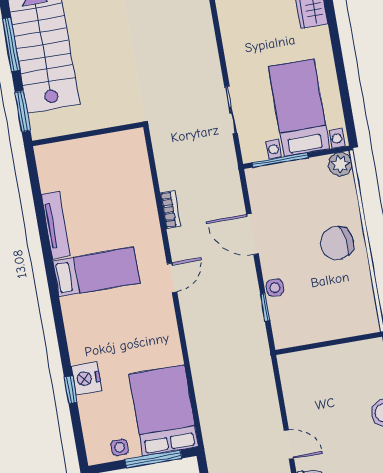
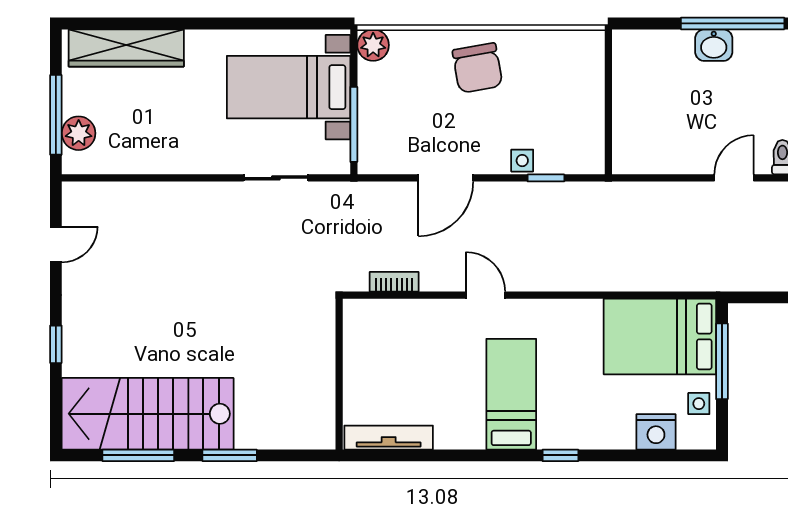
wall: (88, 134) -> (339, 374), moved
bed: (96, 272) -> (511, 394), moved
nightstand: (86, 378) -> (656, 432), moved
window: (71, 390) -> (560, 455), moved

